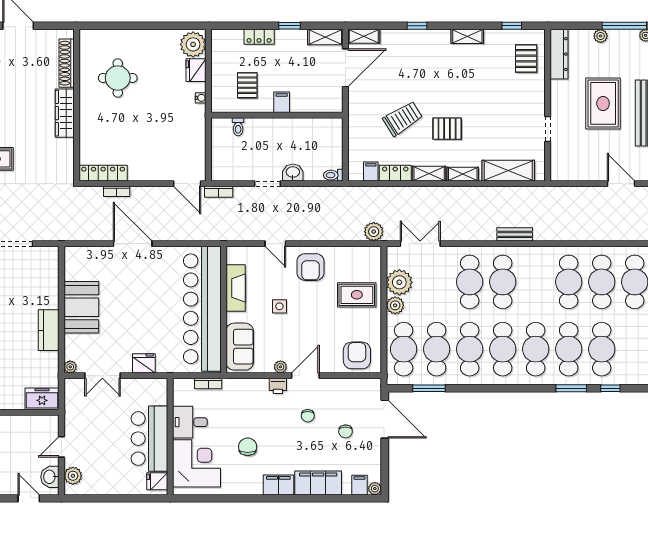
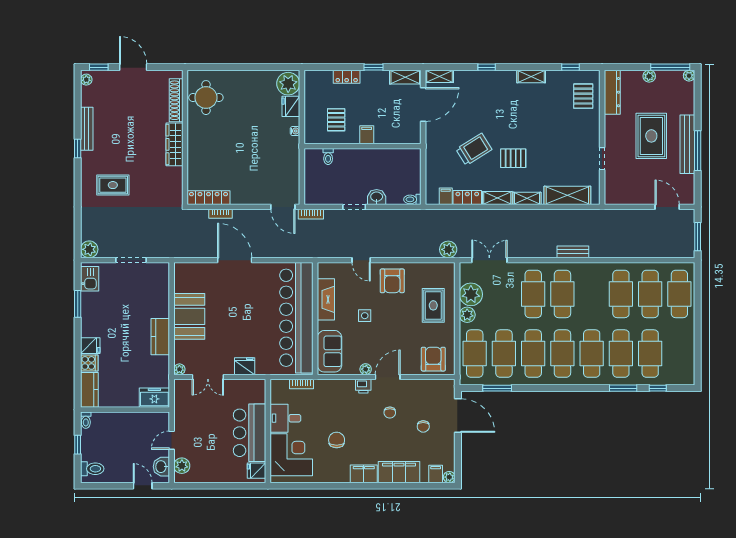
round table: (118, 78) -> (206, 98), moved
rug: (357, 295) -> (433, 305), turned 90

